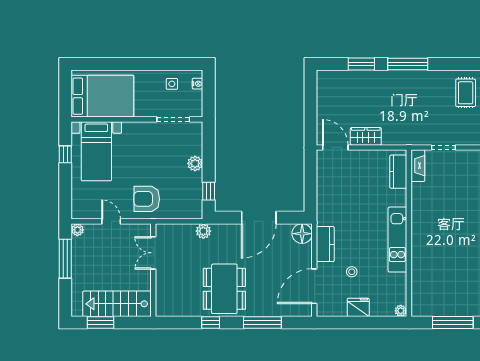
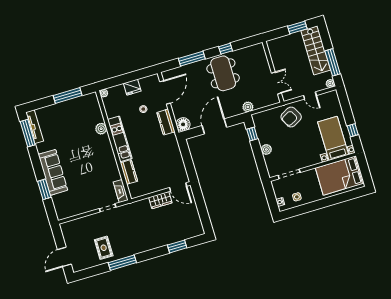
window: (408, 64) -> (122, 263), moved
kitchen counter: (398, 172) -> (129, 172), moved
armchair: (147, 199) -> (291, 117), turned 152
plant: (419, 262) -> (101, 129), added
stairs: (117, 304) -> (316, 50), moved, turned 90

